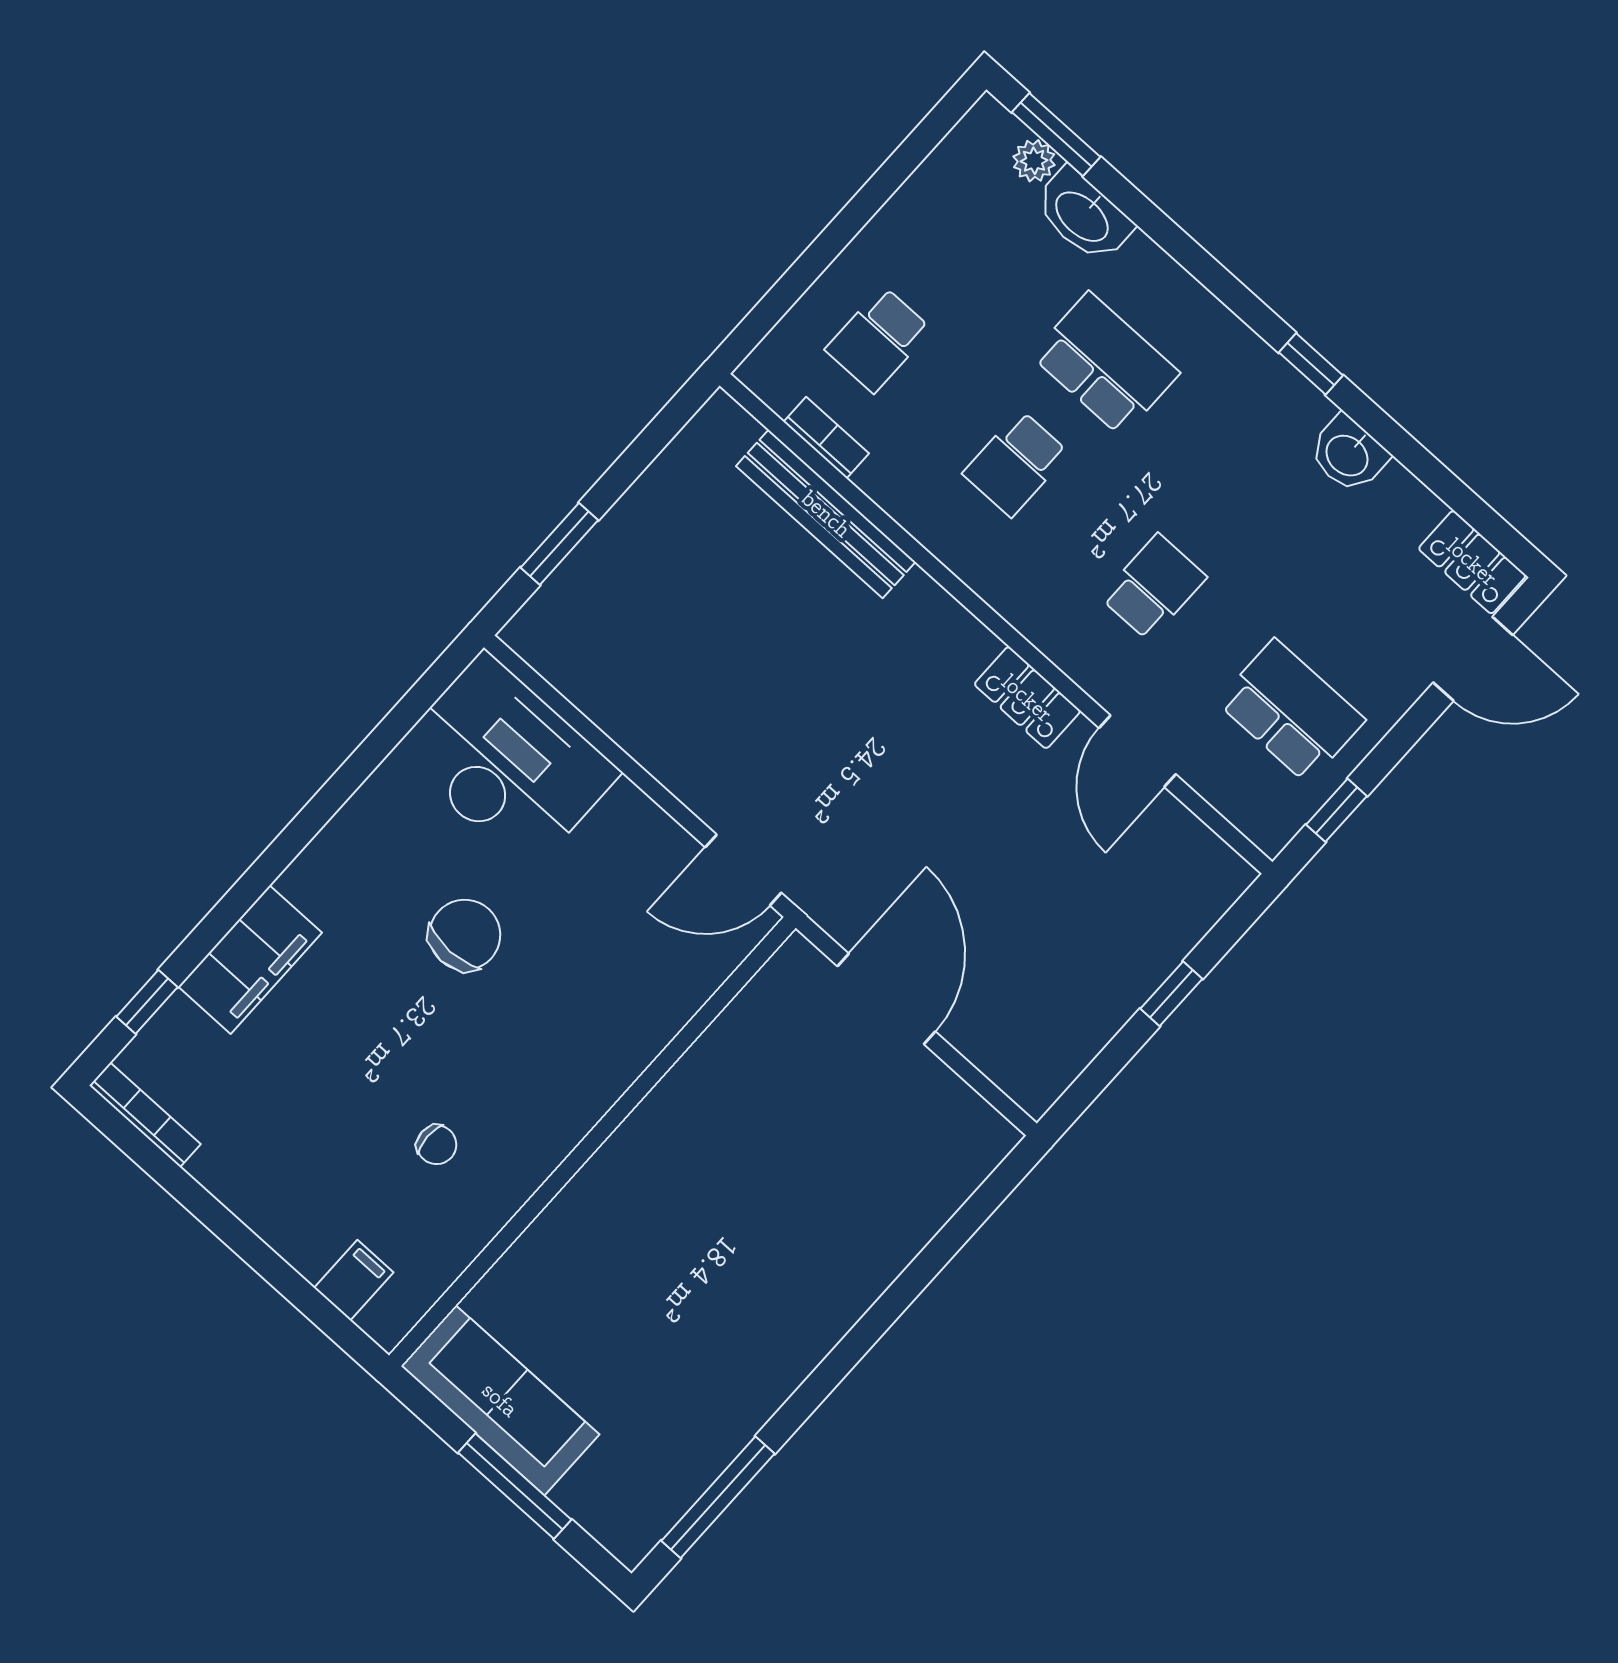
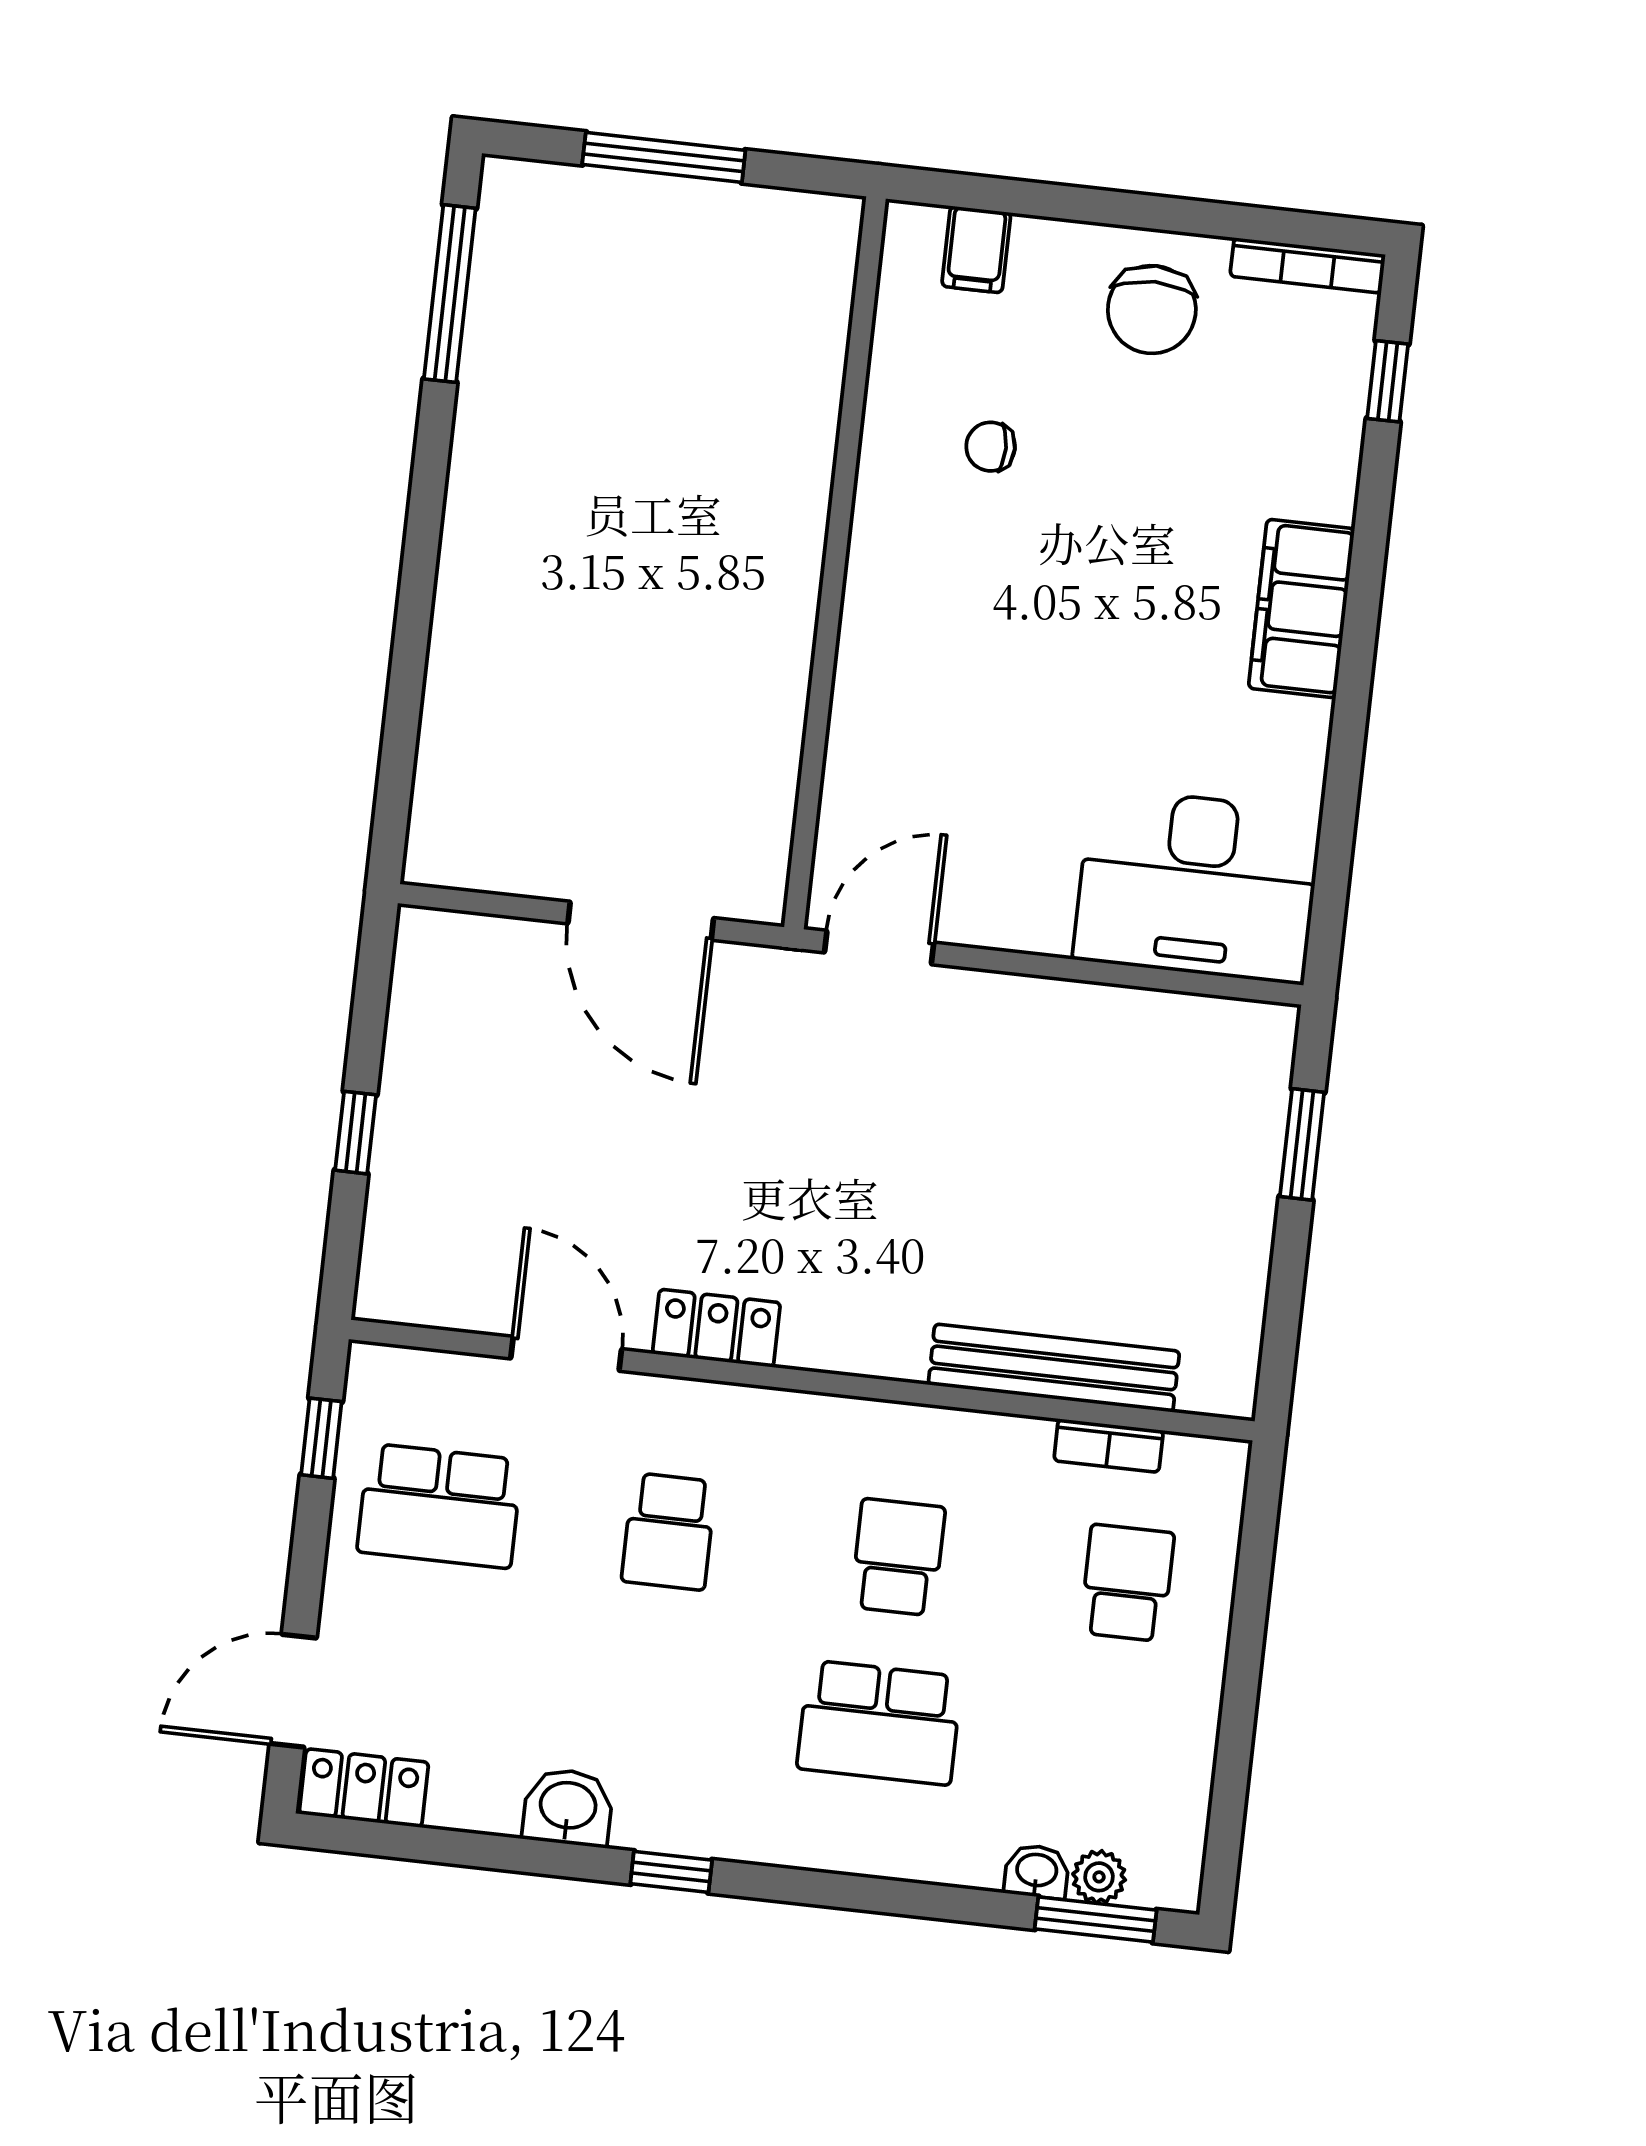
washbasin: (1083, 215) -> (1037, 1871), width x0.52, depth x0.69
chair: (465, 935) -> (1152, 310), moved
filing cabinet: (250, 960) -> (1302, 608), moved
sofa: (500, 1400) -> (741, 234), removed

